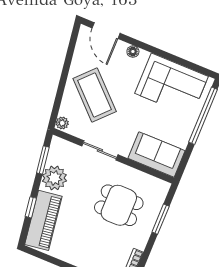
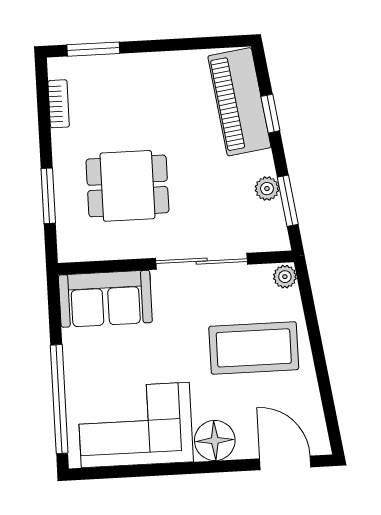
floor lamp: (133, 52) -> (215, 440), width x1.89, depth x1.89
coffee table: (95, 95) -> (254, 348), turned -44
sliding door: (100, 150) -> (202, 261), width x1.37
plant: (54, 178) -> (267, 189), width x0.53, depth x0.53

